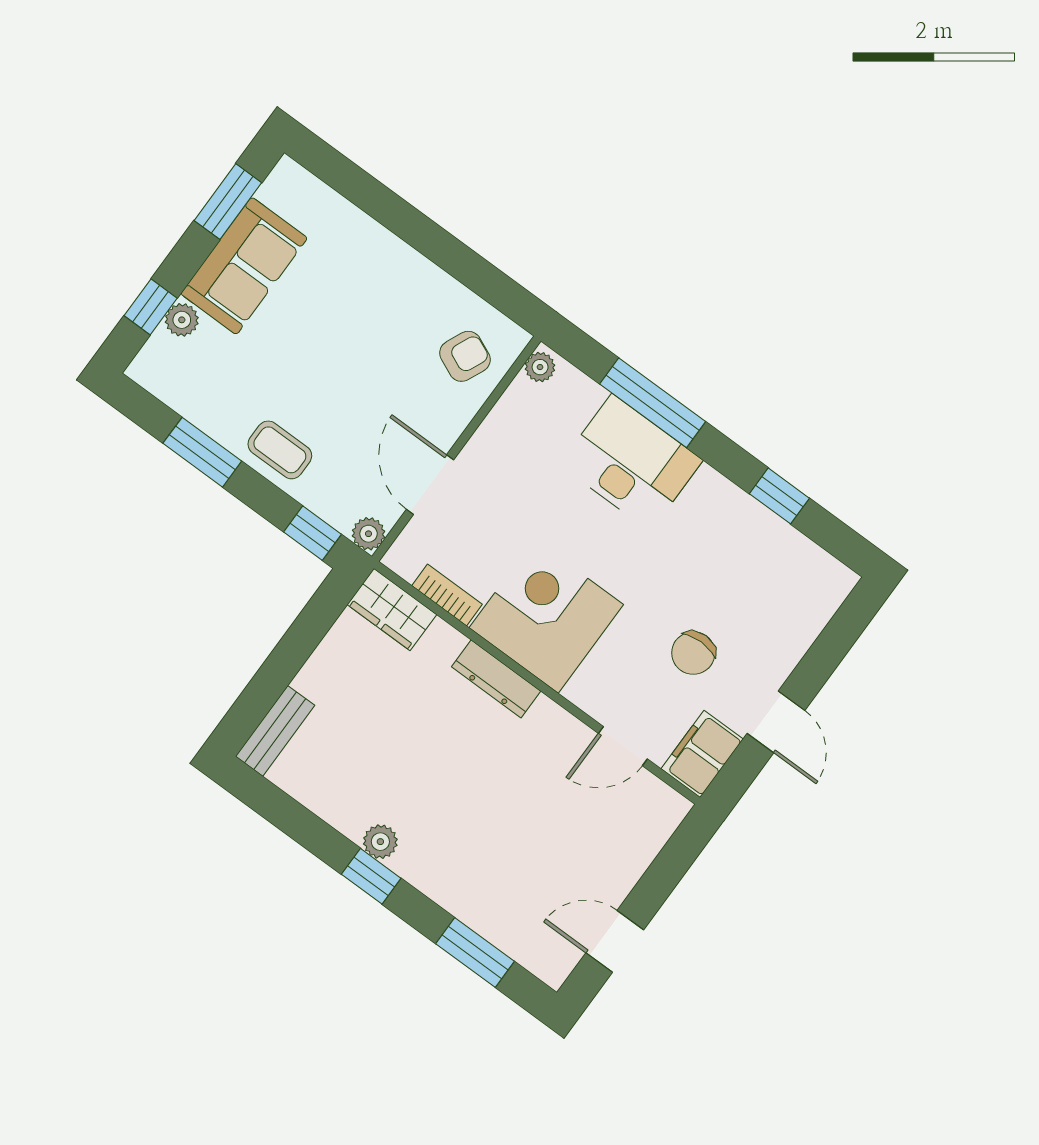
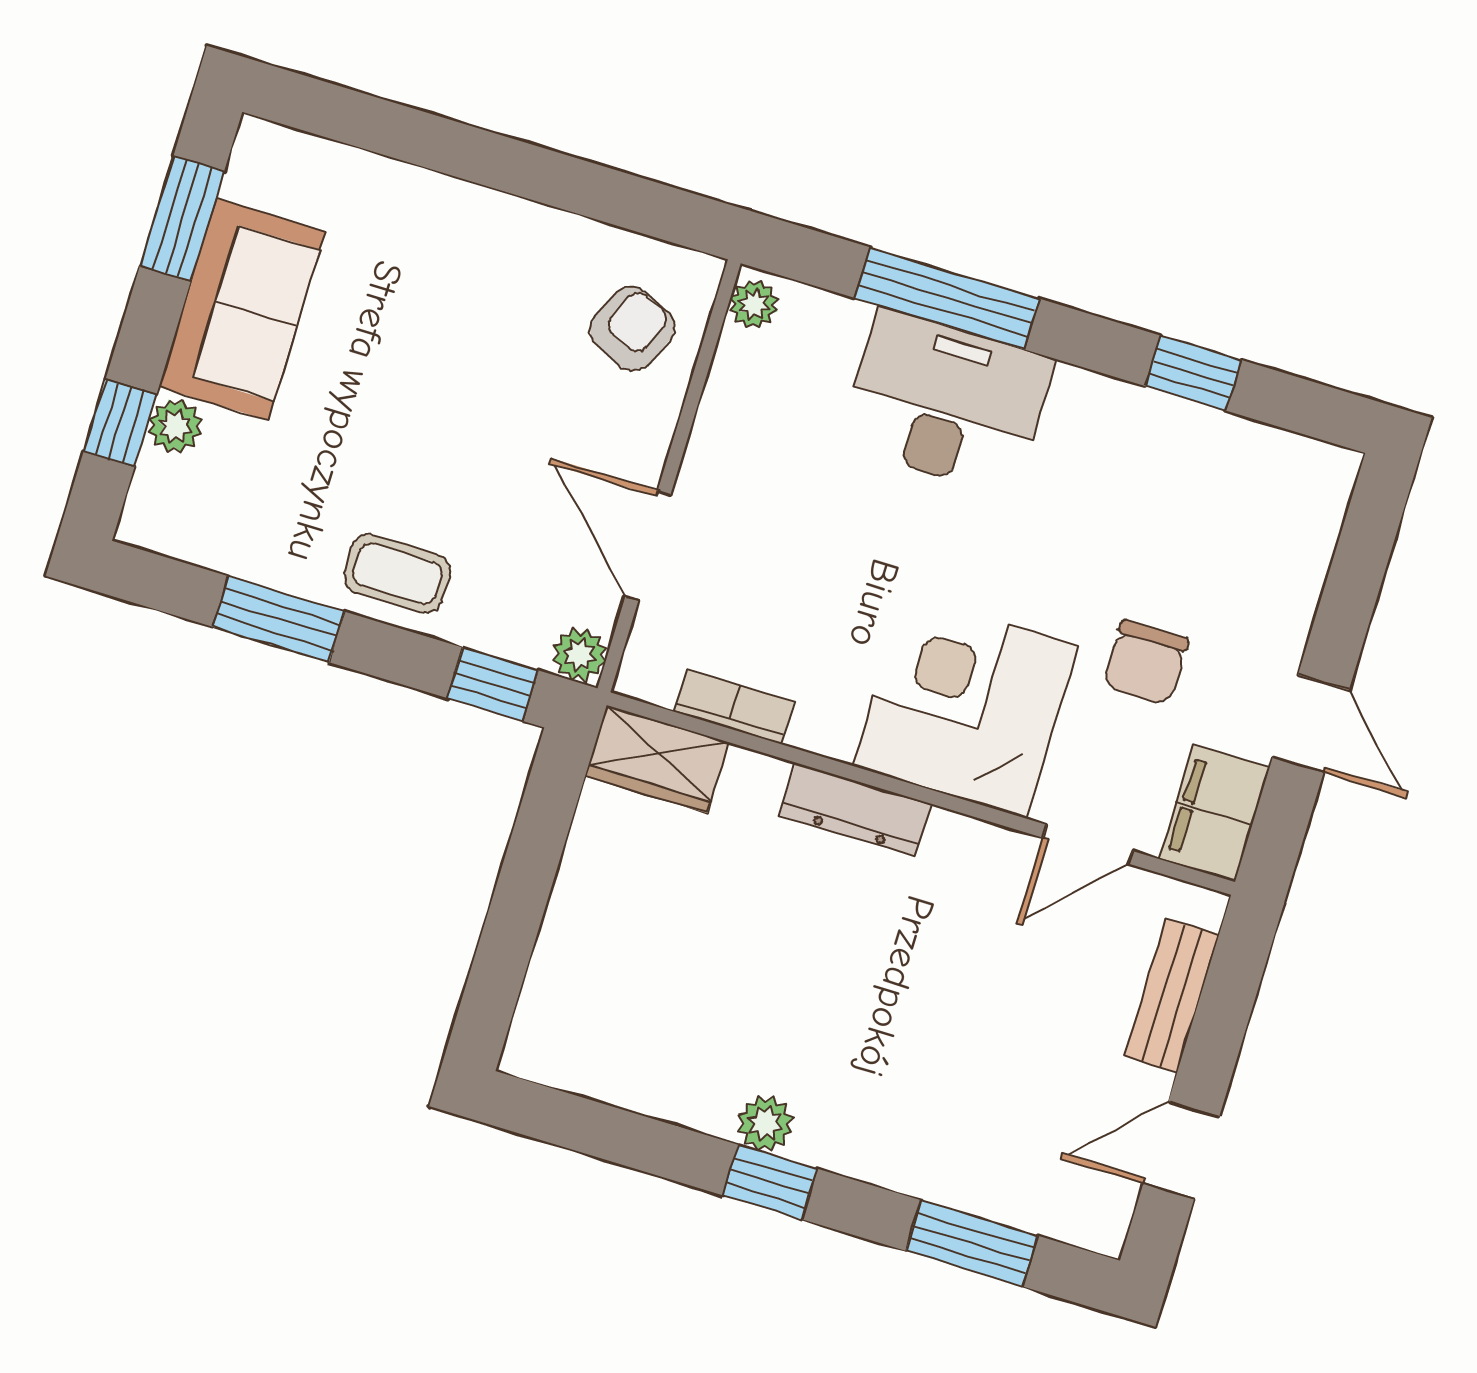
corner desk: (546, 616) -> (966, 706), moved
bench: (275, 731) -> (1172, 995), moved

